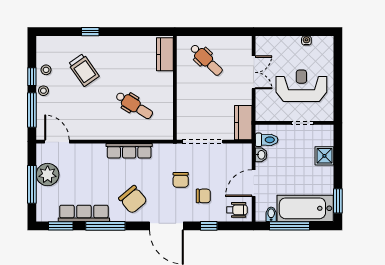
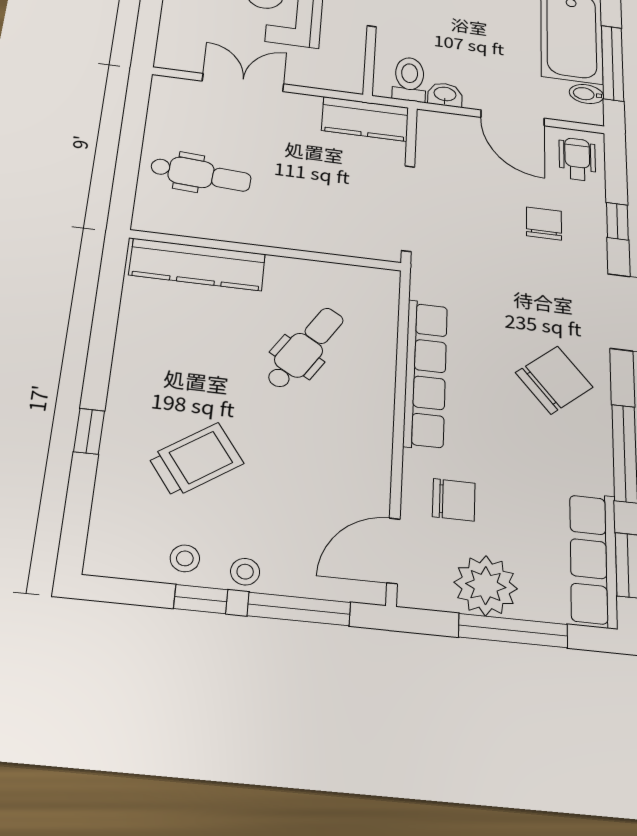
kitchen counter: (165, 54) -> (197, 265), width x1.50
dental chair: (206, 60) -> (201, 174), turned 50
row of seats: (129, 151) -> (425, 374), width x1.36
chair: (181, 180) -> (454, 500), moved
row of seats: (84, 213) -> (593, 559), moved

